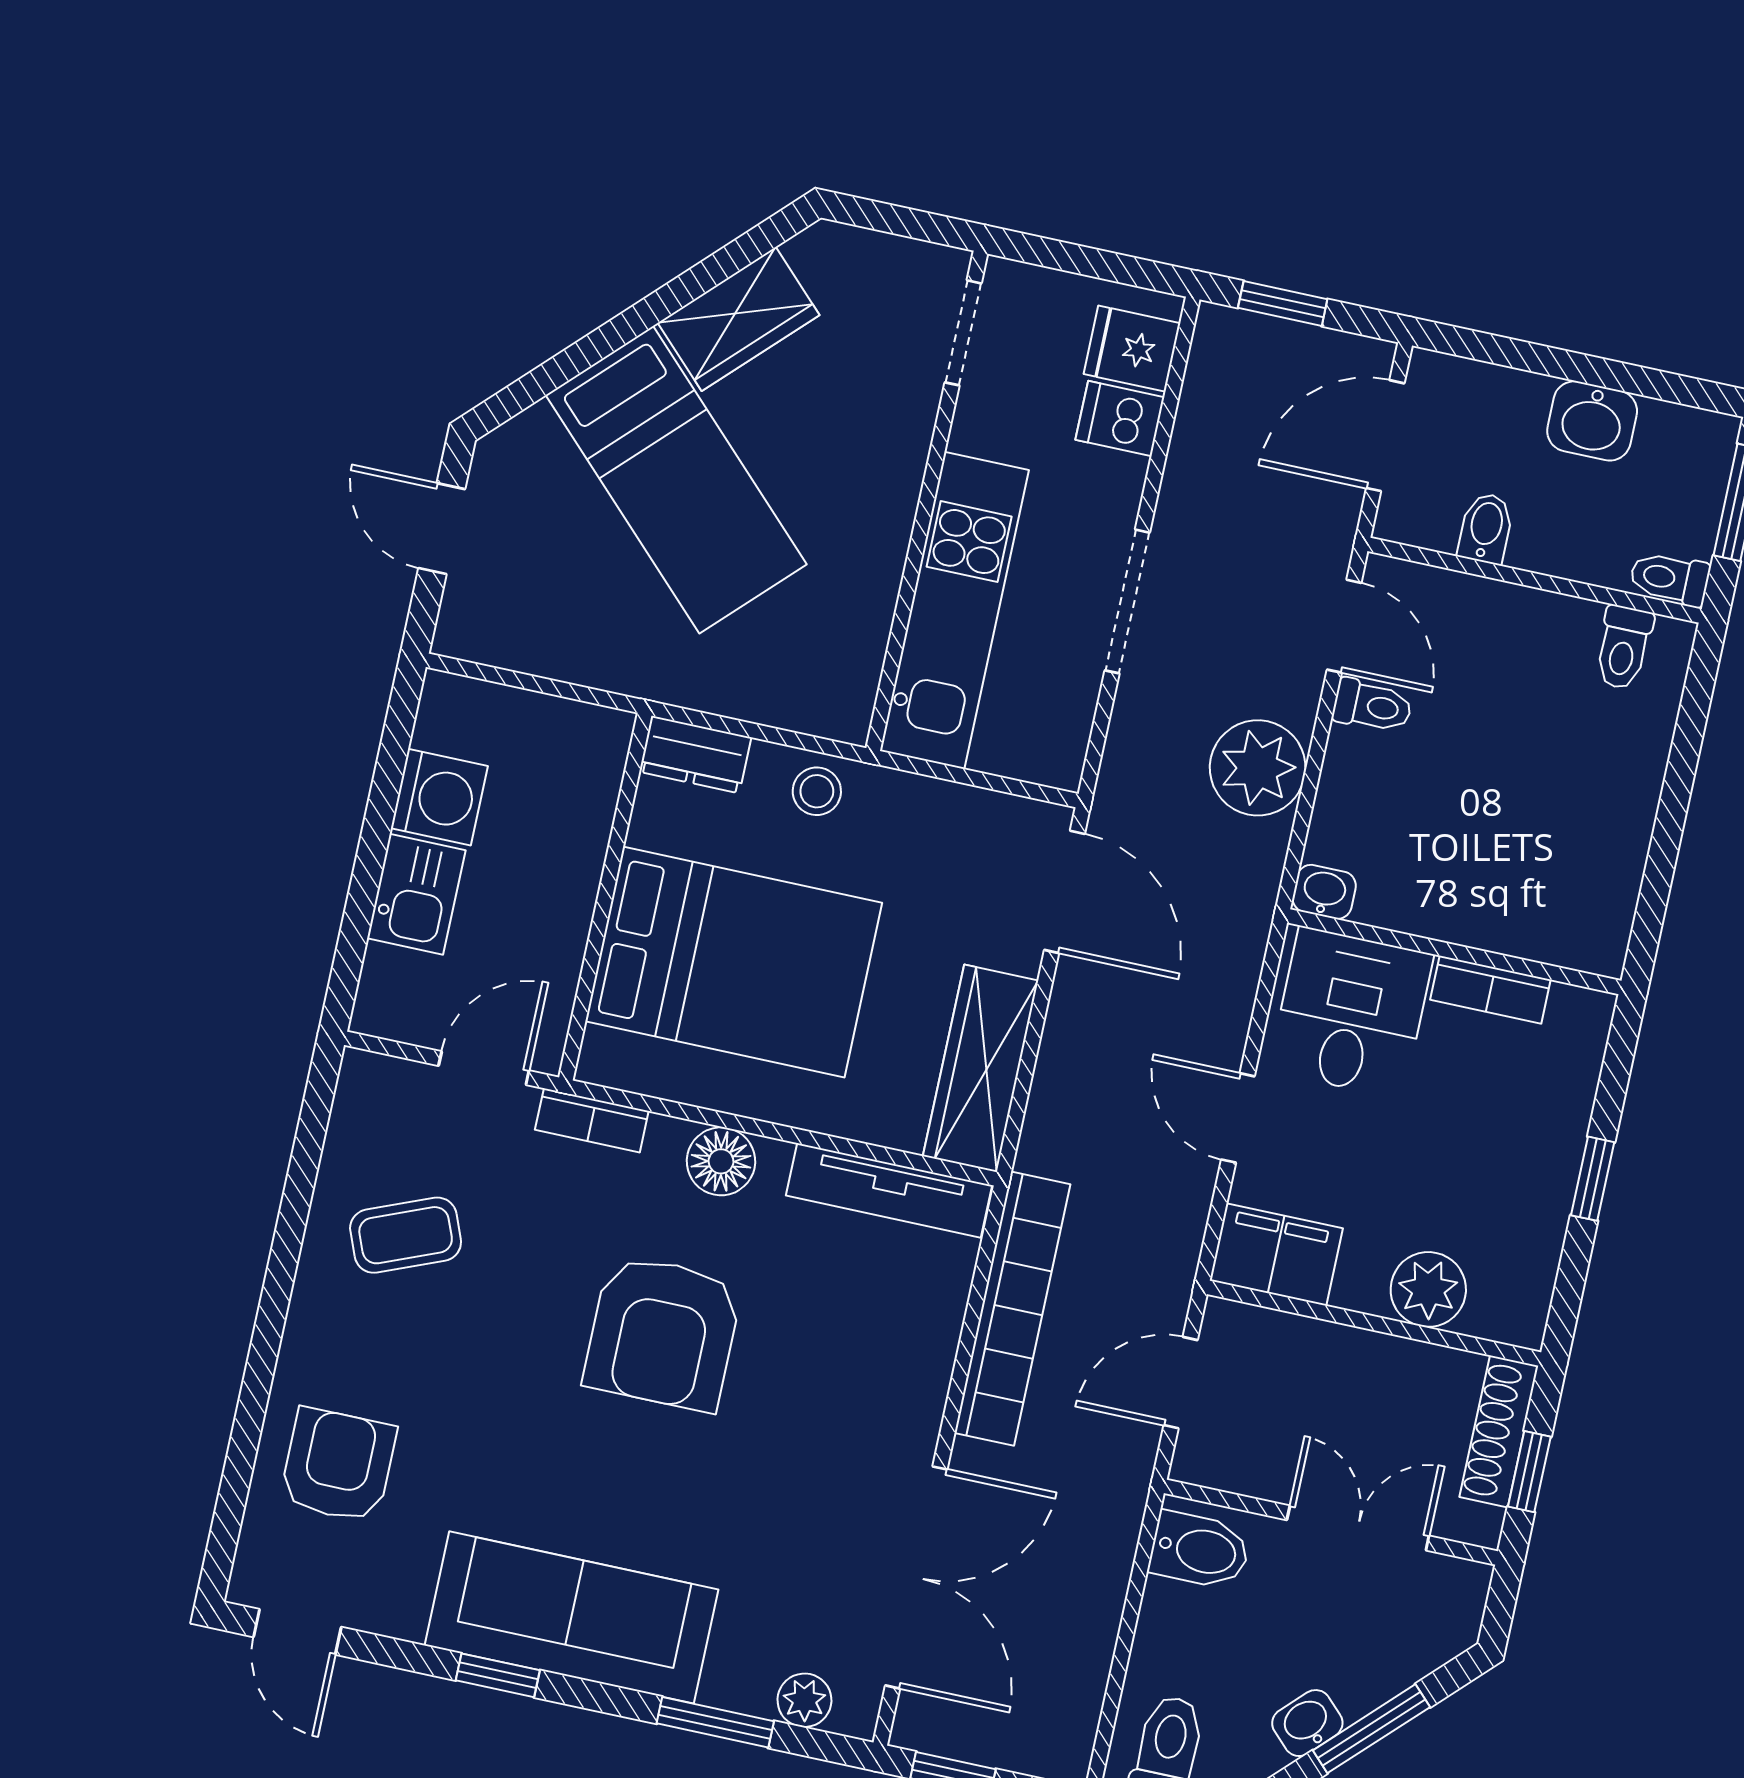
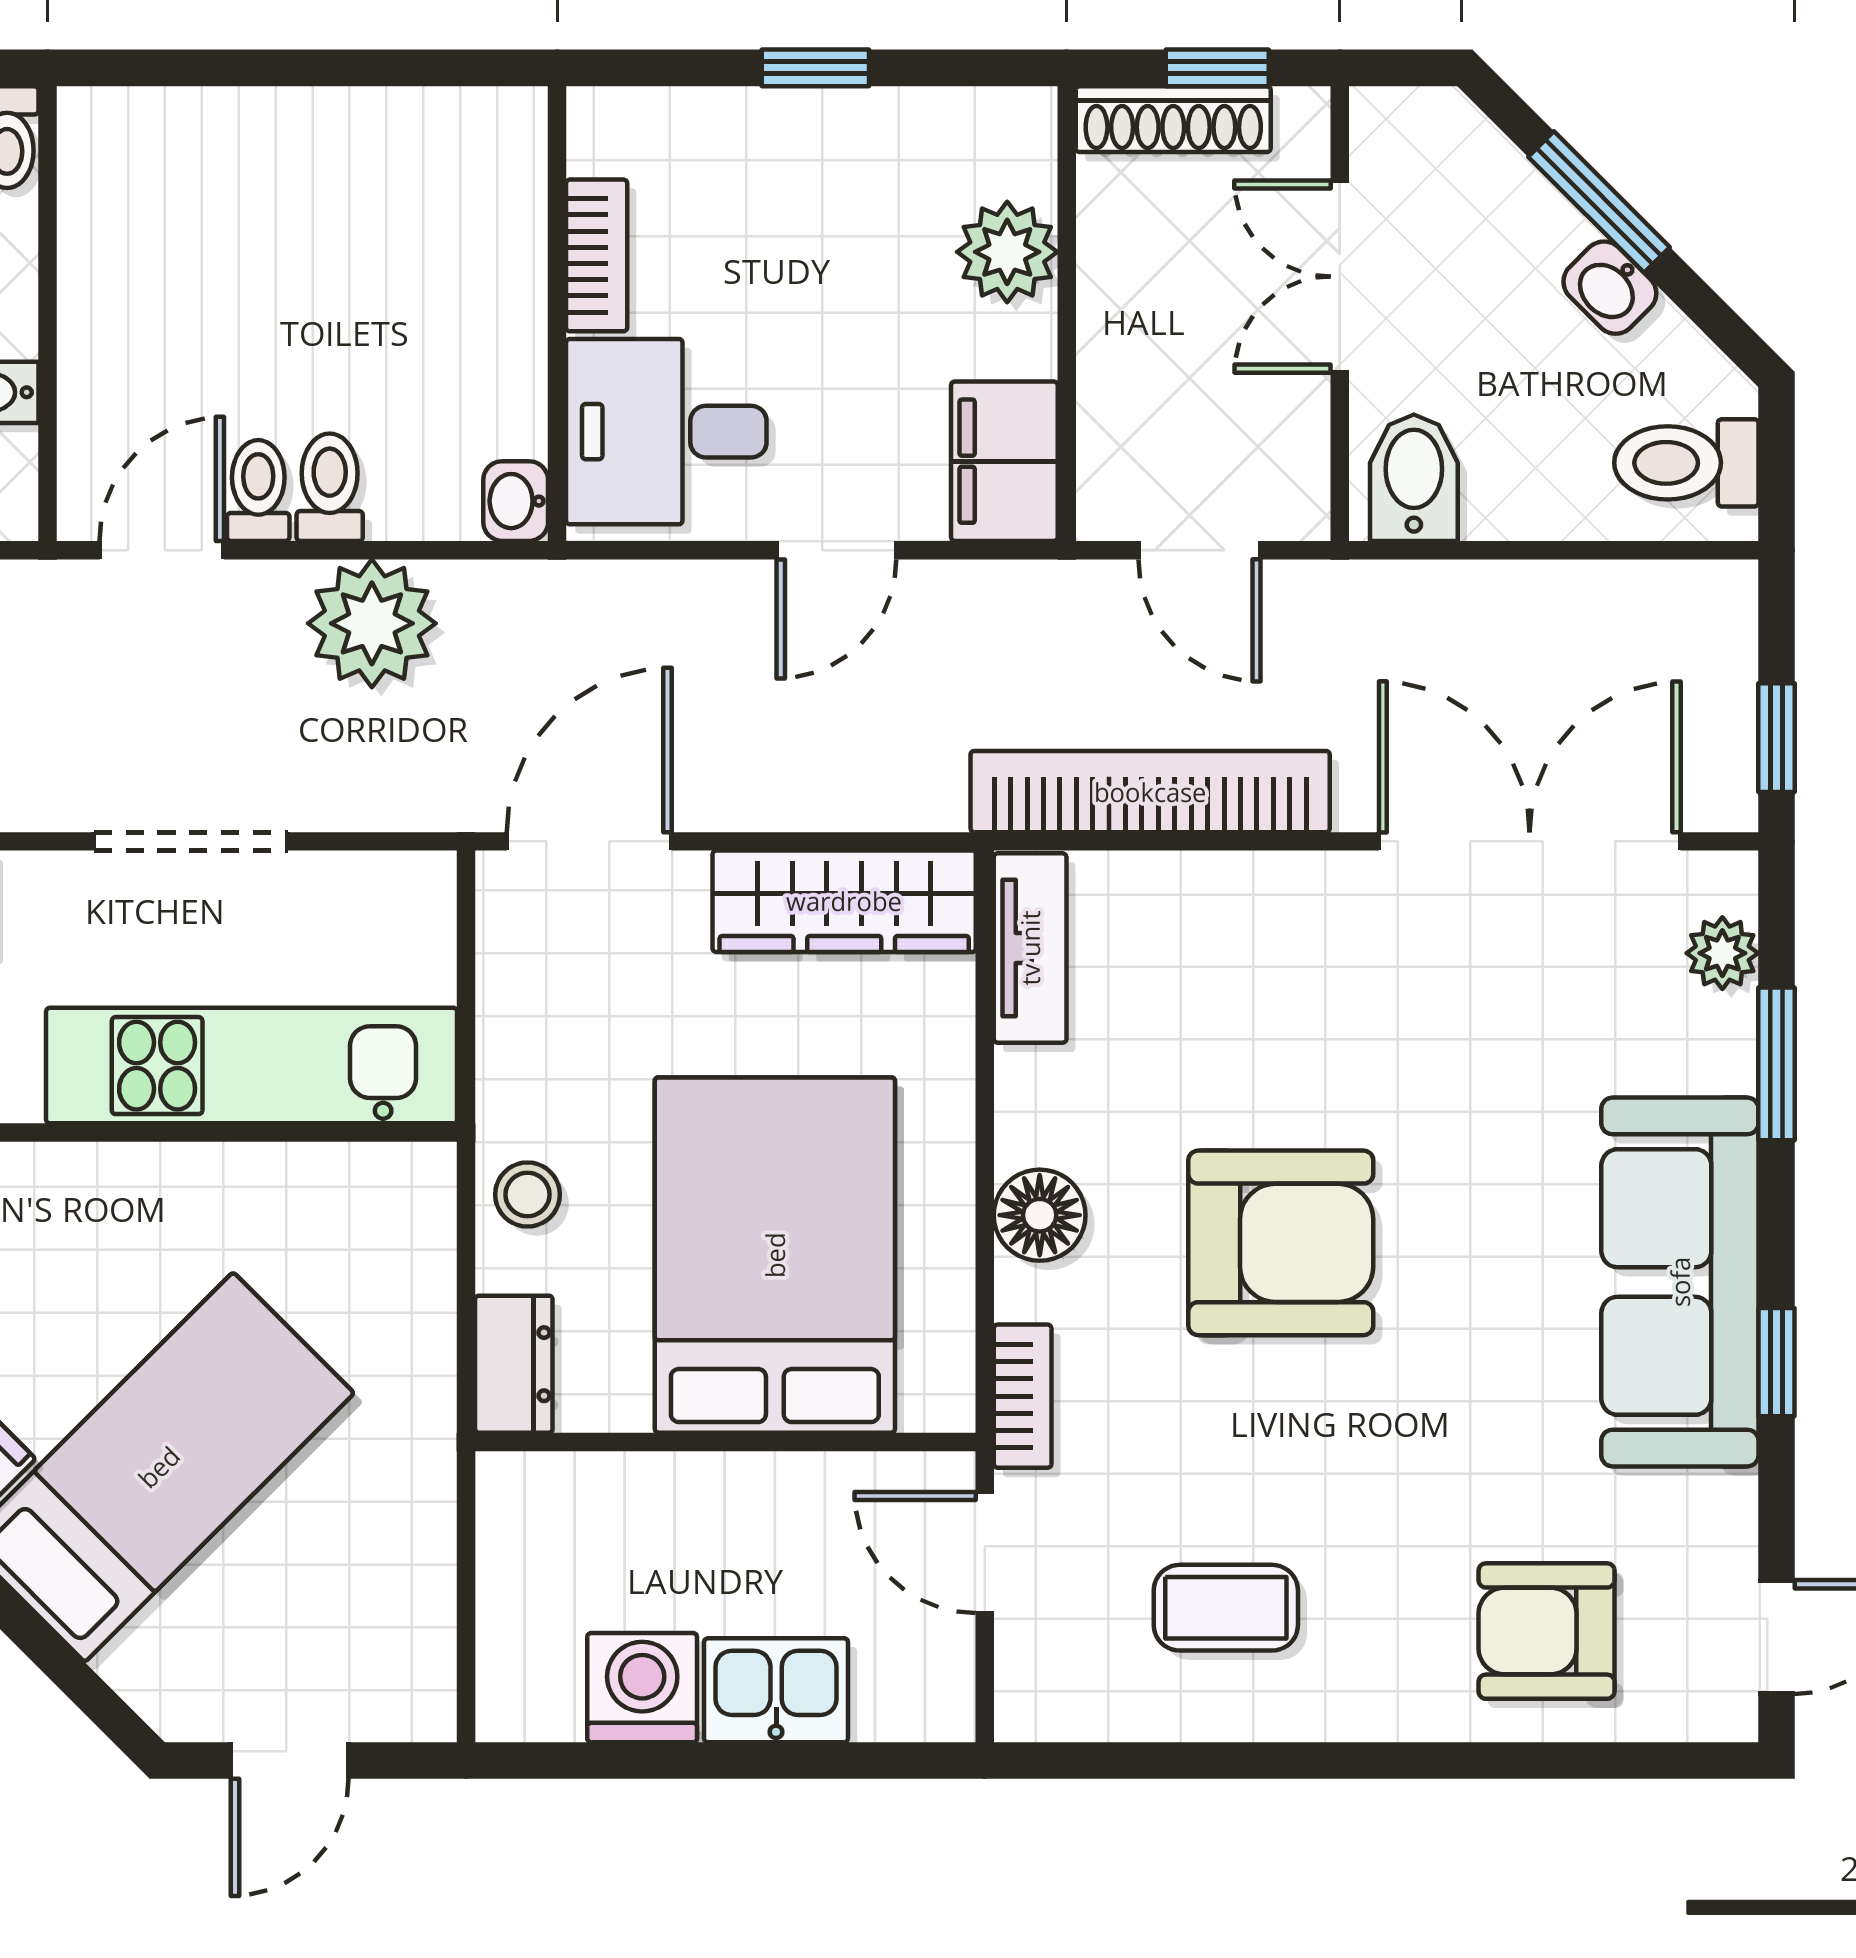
toilet: (1623, 647) -> (330, 487), moved, turned -90
tv unit: (889, 1190) -> (1030, 948), width x0.71
coffee table: (406, 1235) -> (1226, 1608), turned -68

